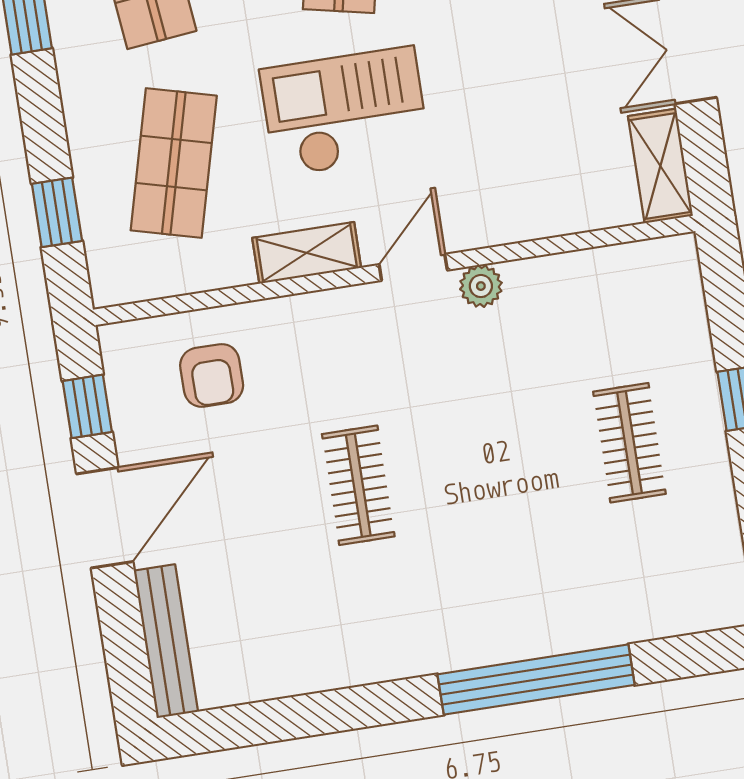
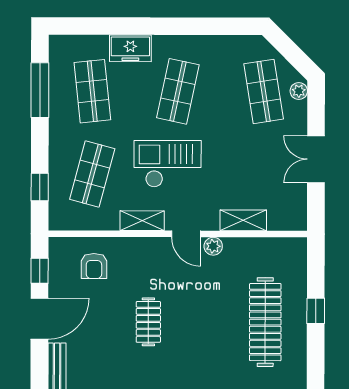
shelving: (660, 166) -> (243, 220), moved, turned 90
door: (413, 267) -> (186, 234), swing flipped
clothes rail: (629, 443) -> (265, 322), width x1.86, depth x1.31

